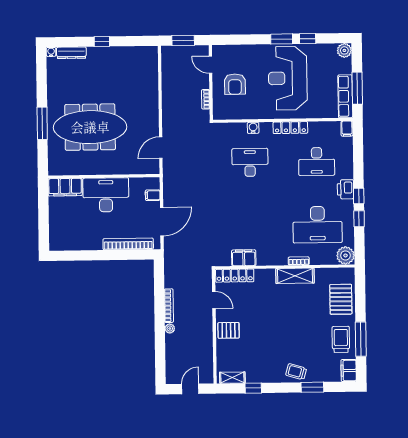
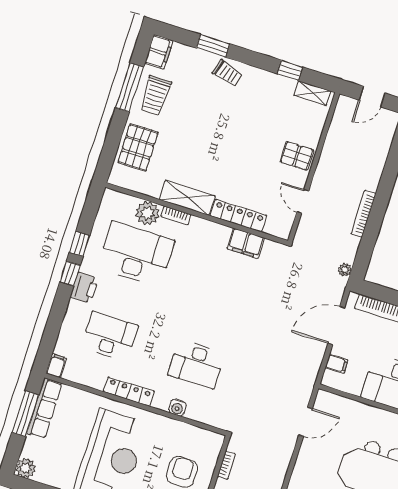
plant: (345, 255) -> (148, 213), moved
locker: (235, 276) -> (238, 216), moved
plant: (170, 328) -> (345, 270), moved

